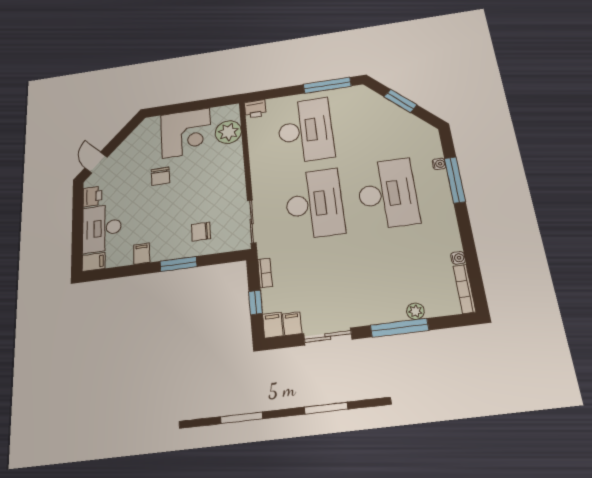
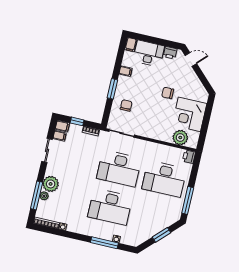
plant: (388, 308) -> (51, 184), added
window: (400, 328) -> (37, 195), moved

